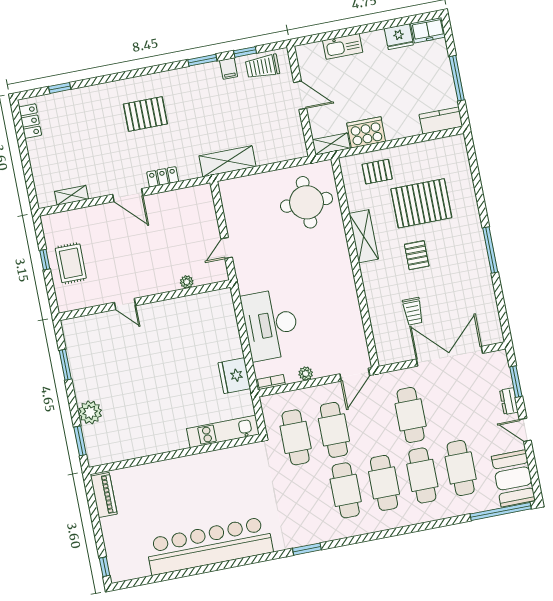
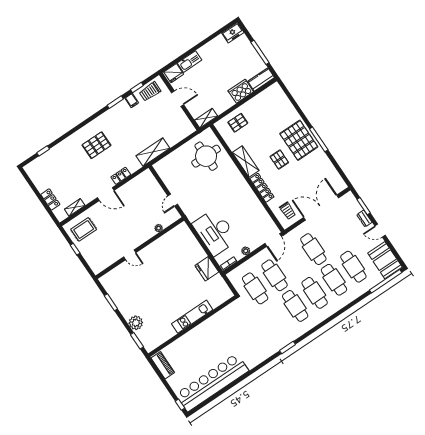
fridge: (399, 37) -> (174, 73), moved
locker: (30, 121) -> (50, 199), moved
cooker: (366, 132) -> (241, 91), moved
pallet: (421, 203) -> (299, 140), moved, turned 90
rug: (71, 263) -> (84, 229), moved, turned 90
locker: (372, 287) -> (262, 188), added
trolley: (413, 311) -> (288, 211), moved
kitchen unit: (223, 431) -> (192, 317), moved
bar counter: (209, 546) -> (212, 382), moved

